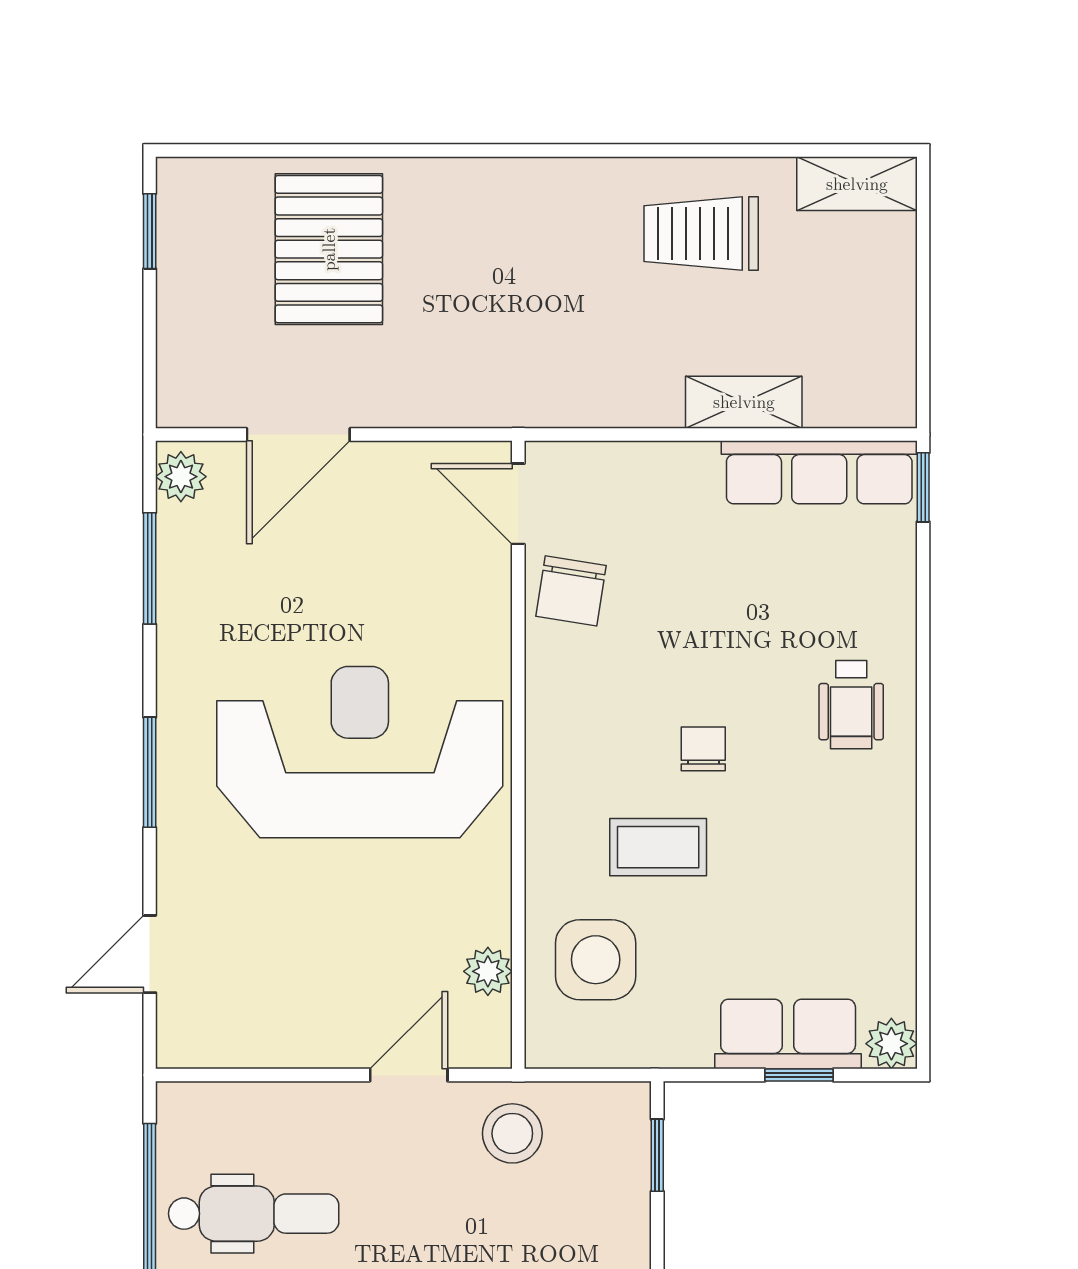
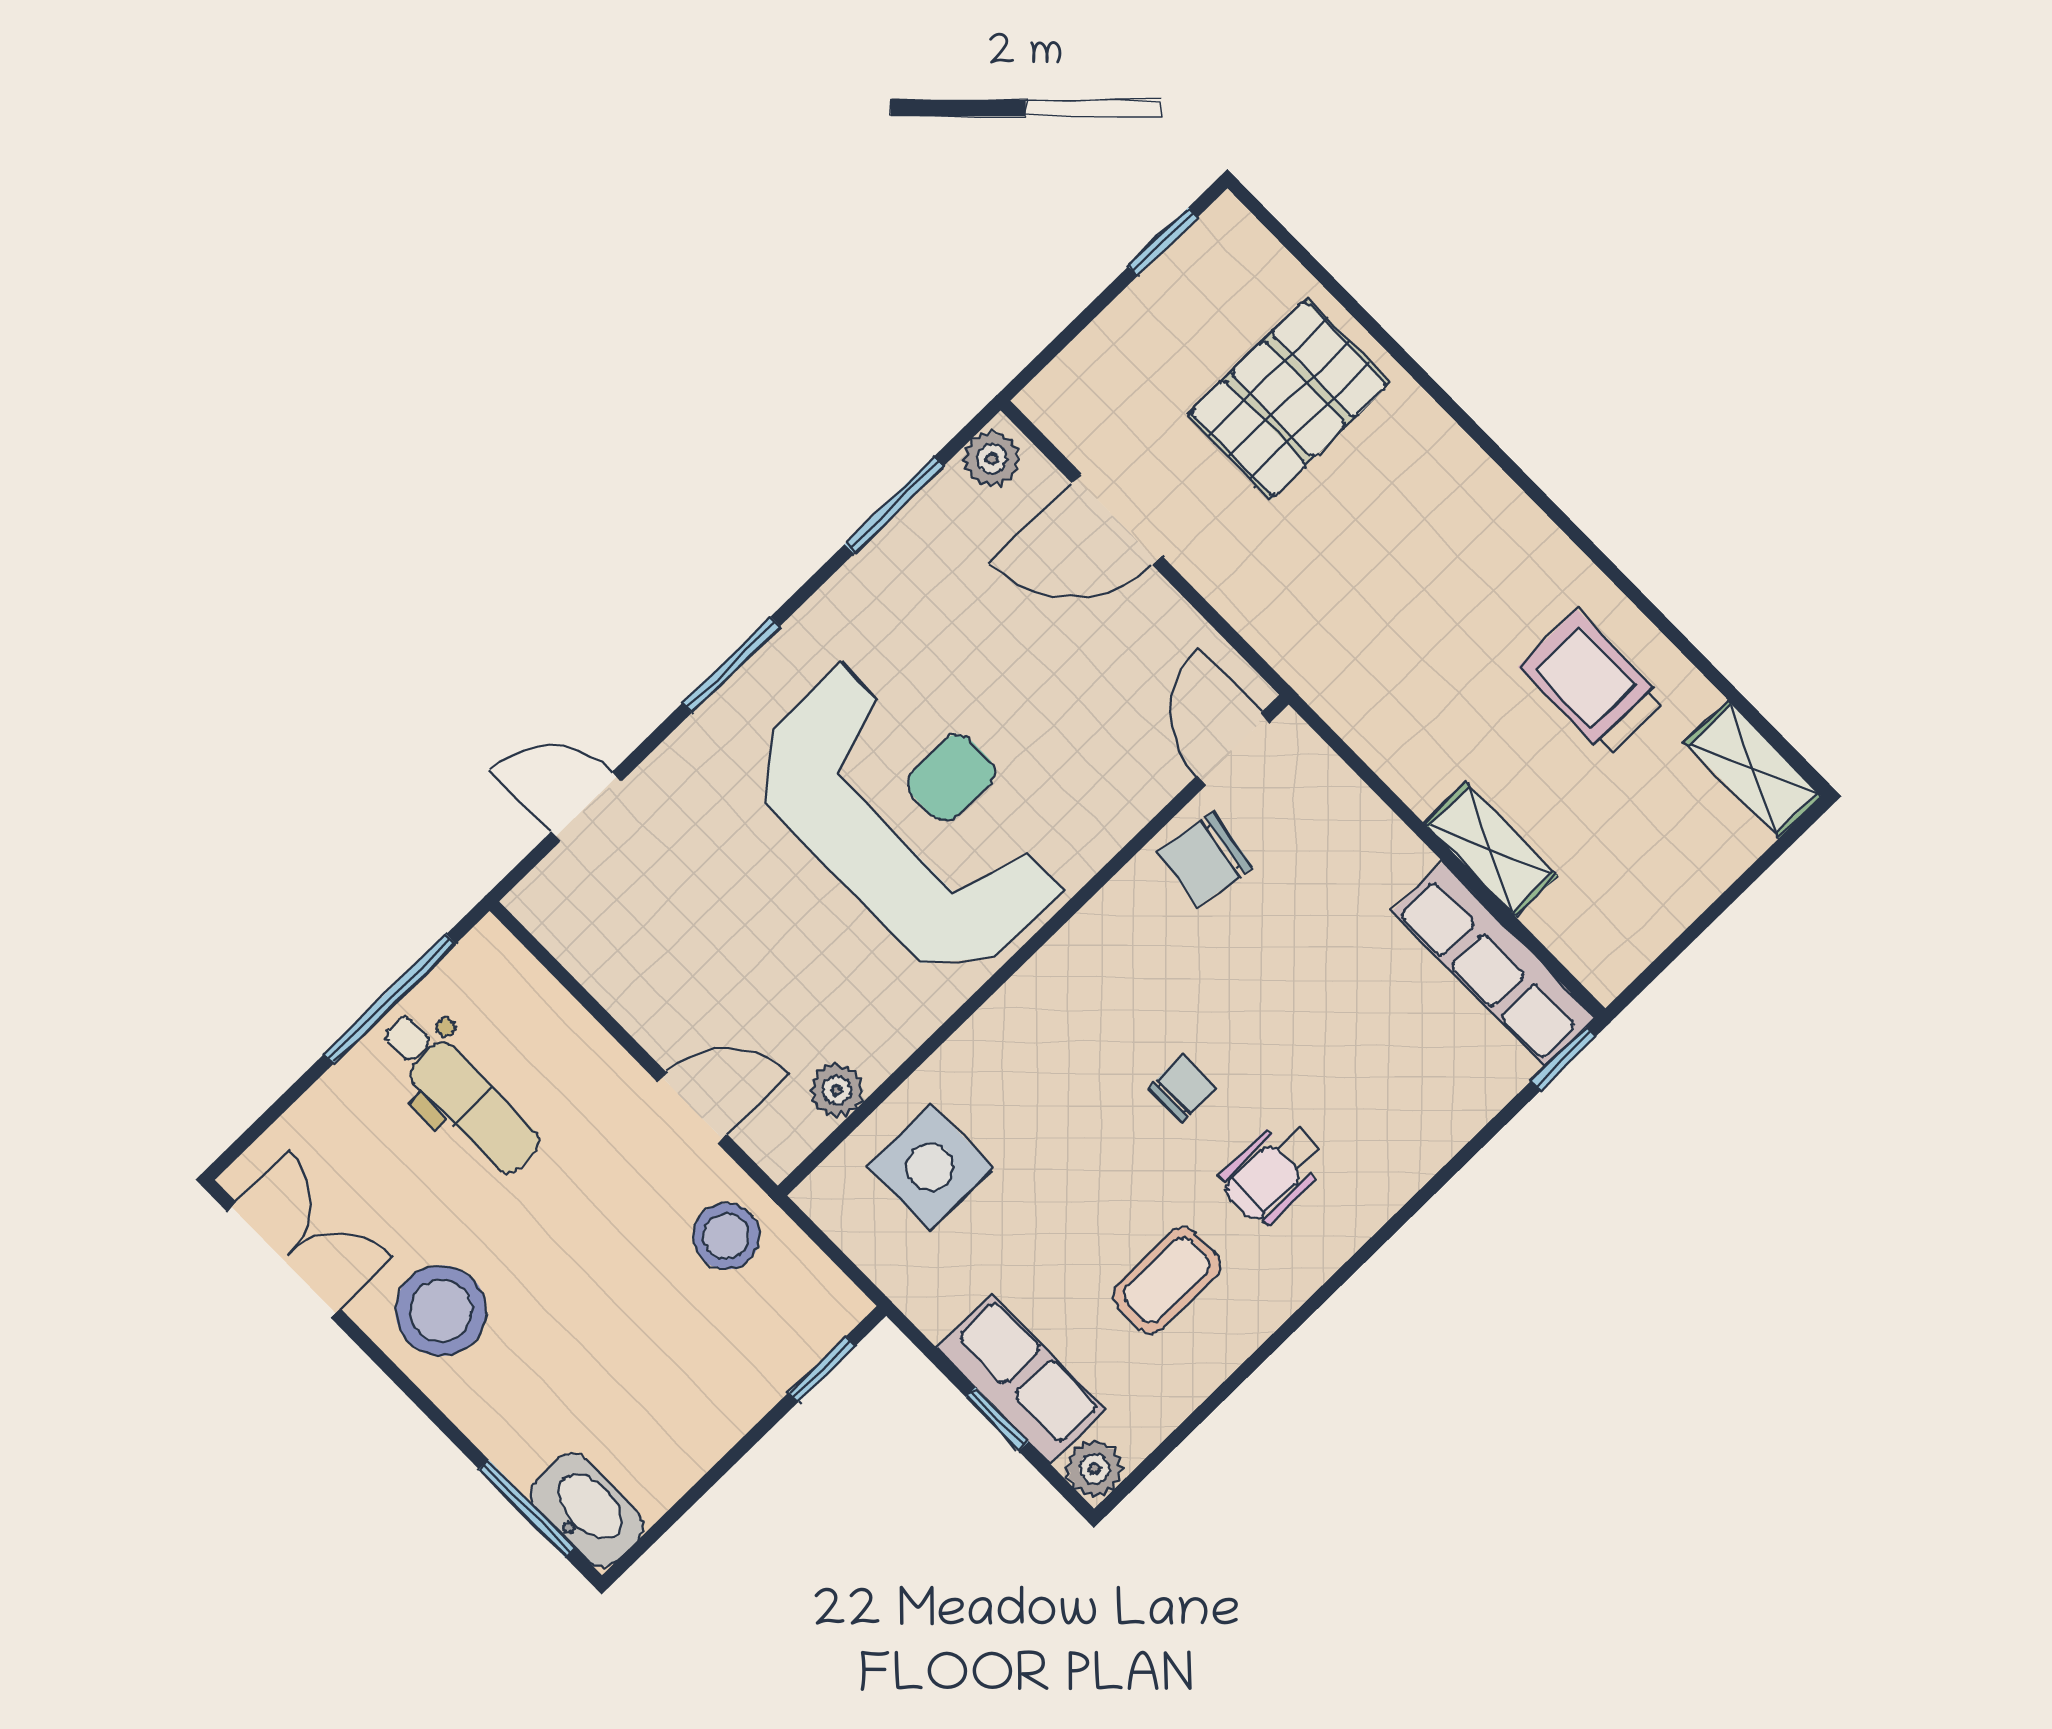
wheelchair: (851, 705) -> (1273, 1172), moved
coffee table: (658, 847) -> (1167, 1280), moved, turned 90

